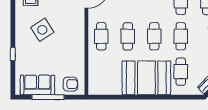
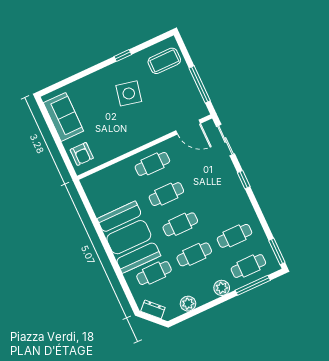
side table: (42, 30) -> (129, 93), turned 45
window: (13, 54) -> (123, 56), moved
window: (48, 97) -> (55, 135), removed

